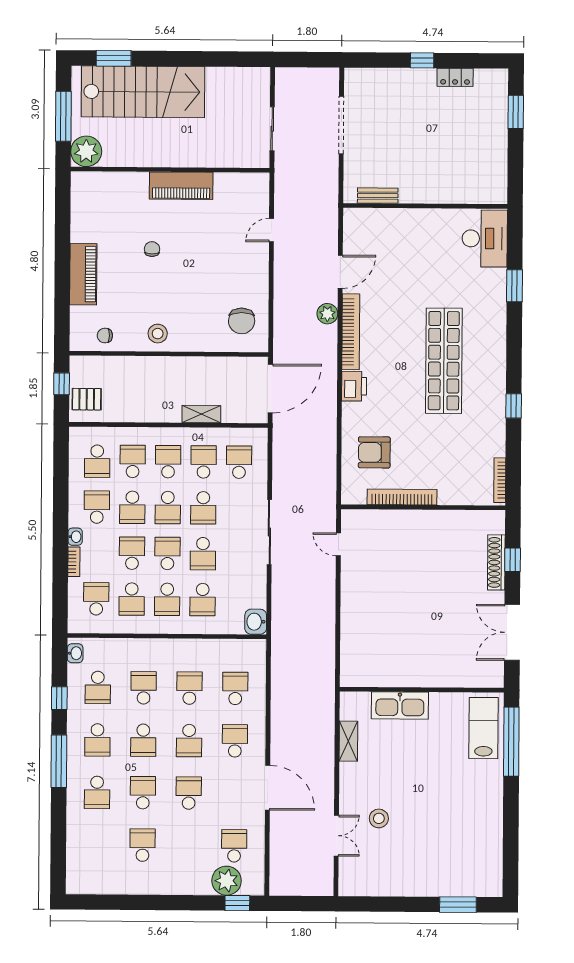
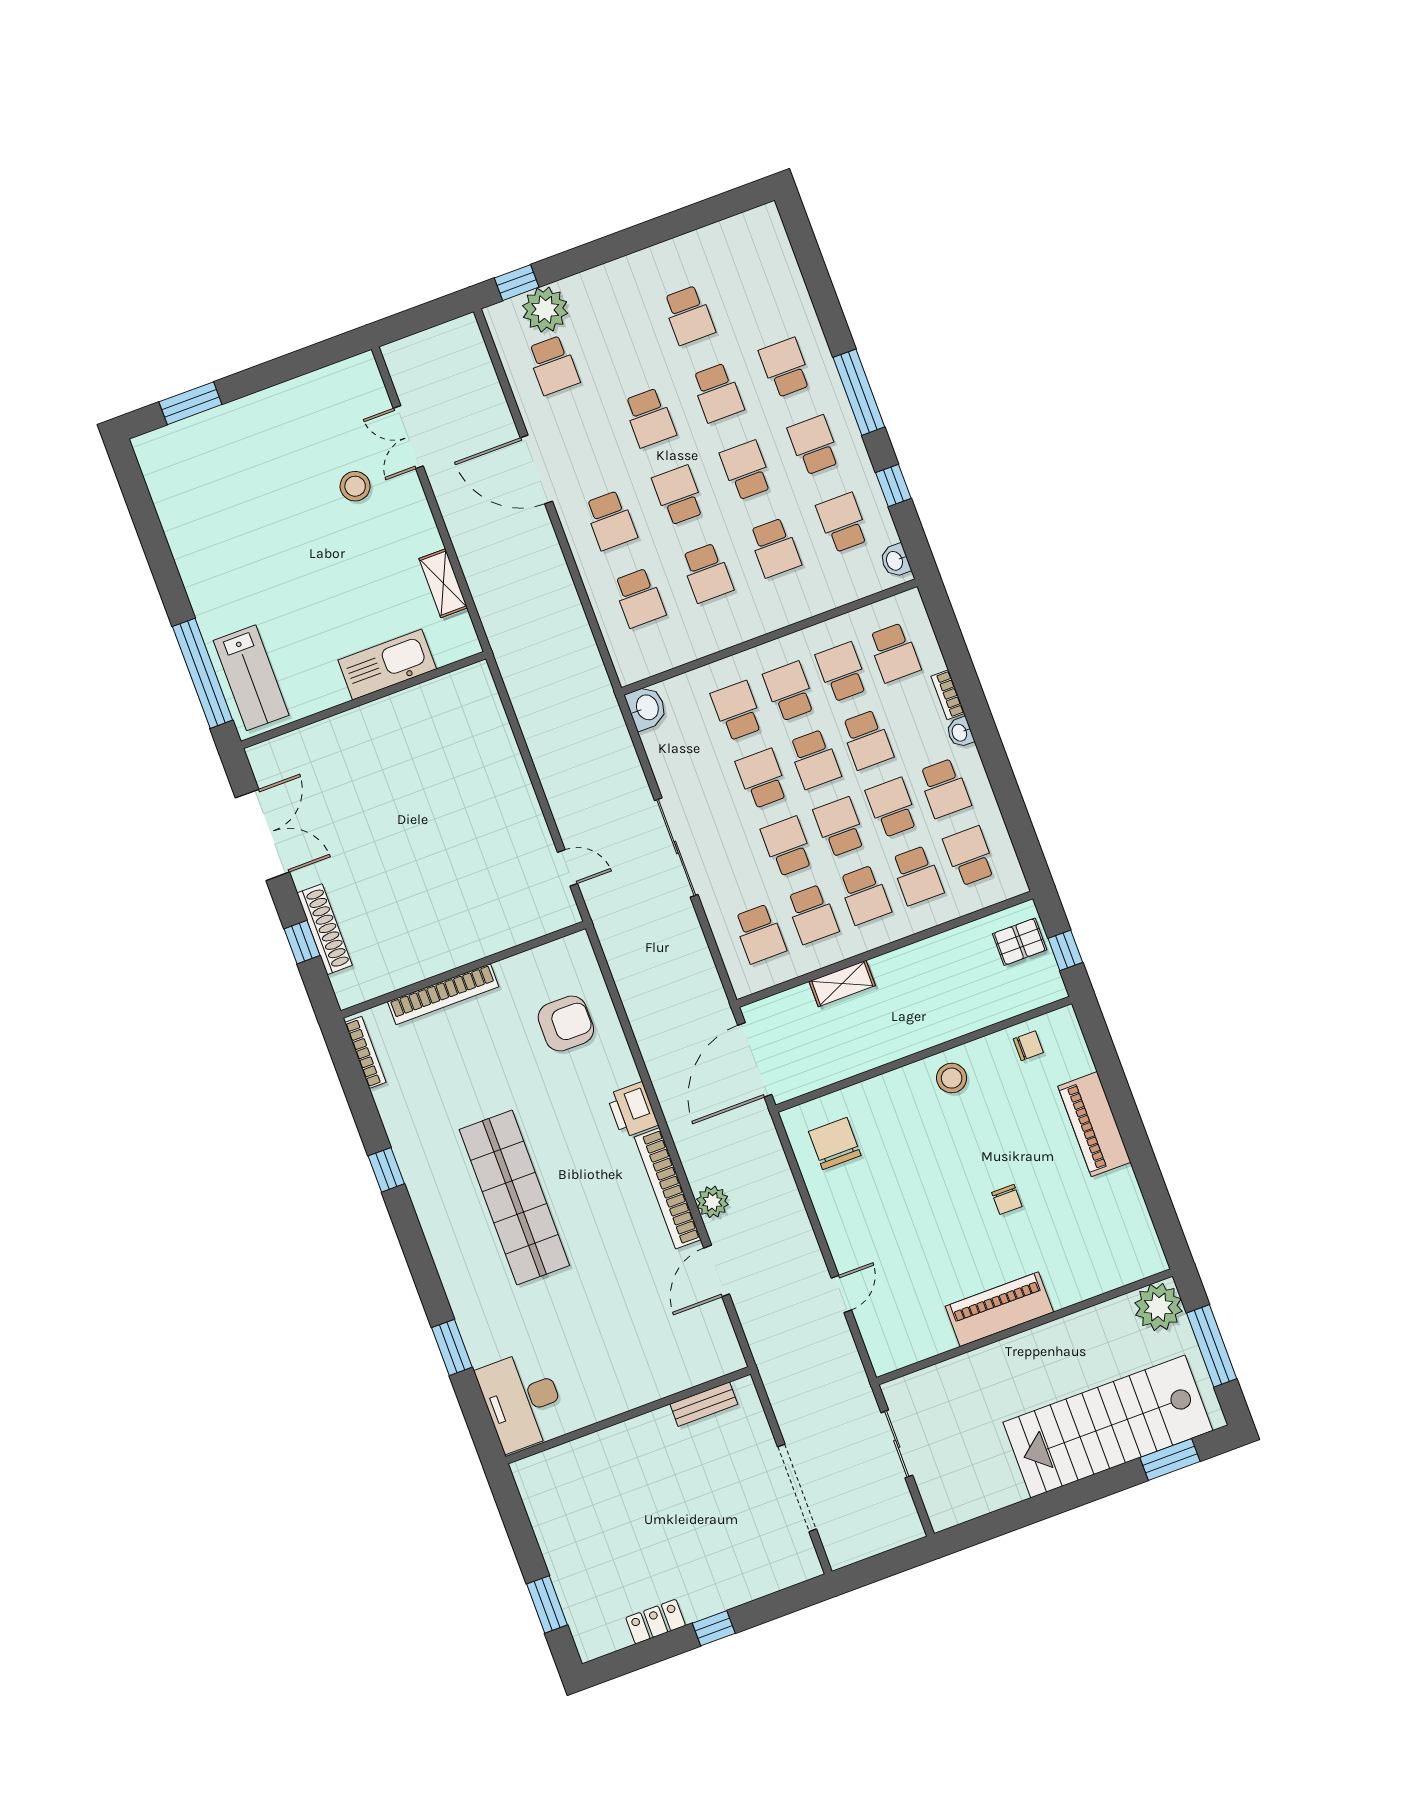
bookcase: (402, 497) -> (443, 994), moved

